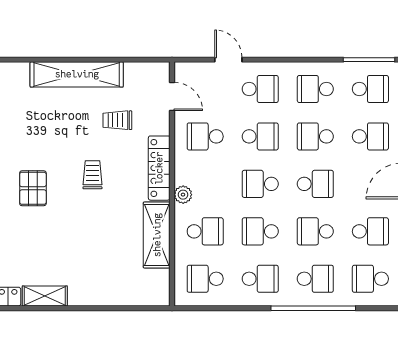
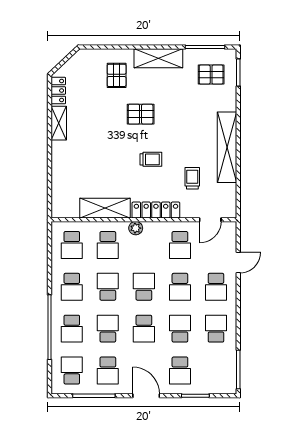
school desk: (370, 89) -> (216, 370), removed
school desk: (205, 136) -> (180, 245), turned 180
school desk: (205, 279) -> (72, 245), turned 180

